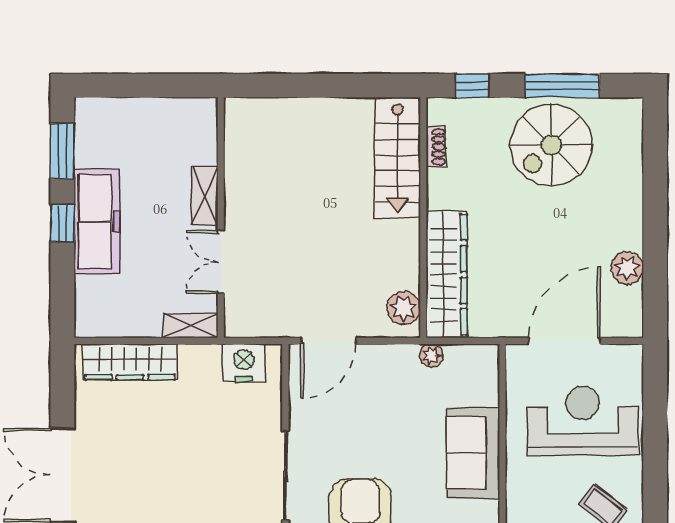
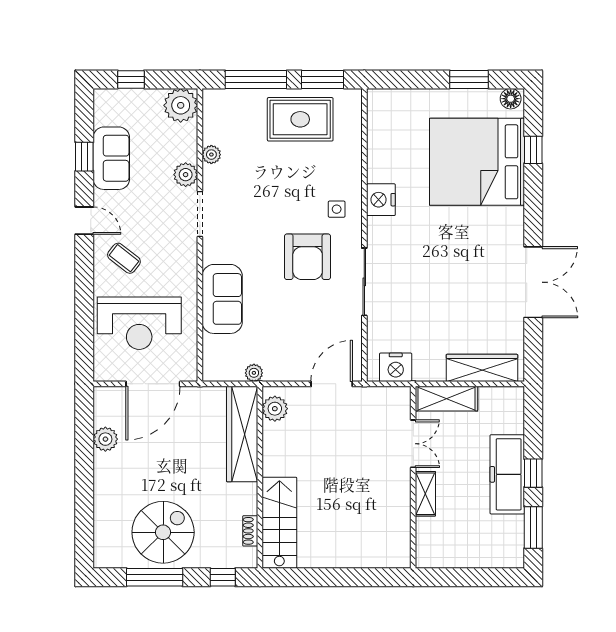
shelving: (190, 326) -> (447, 399), width x1.50, depth x1.33

